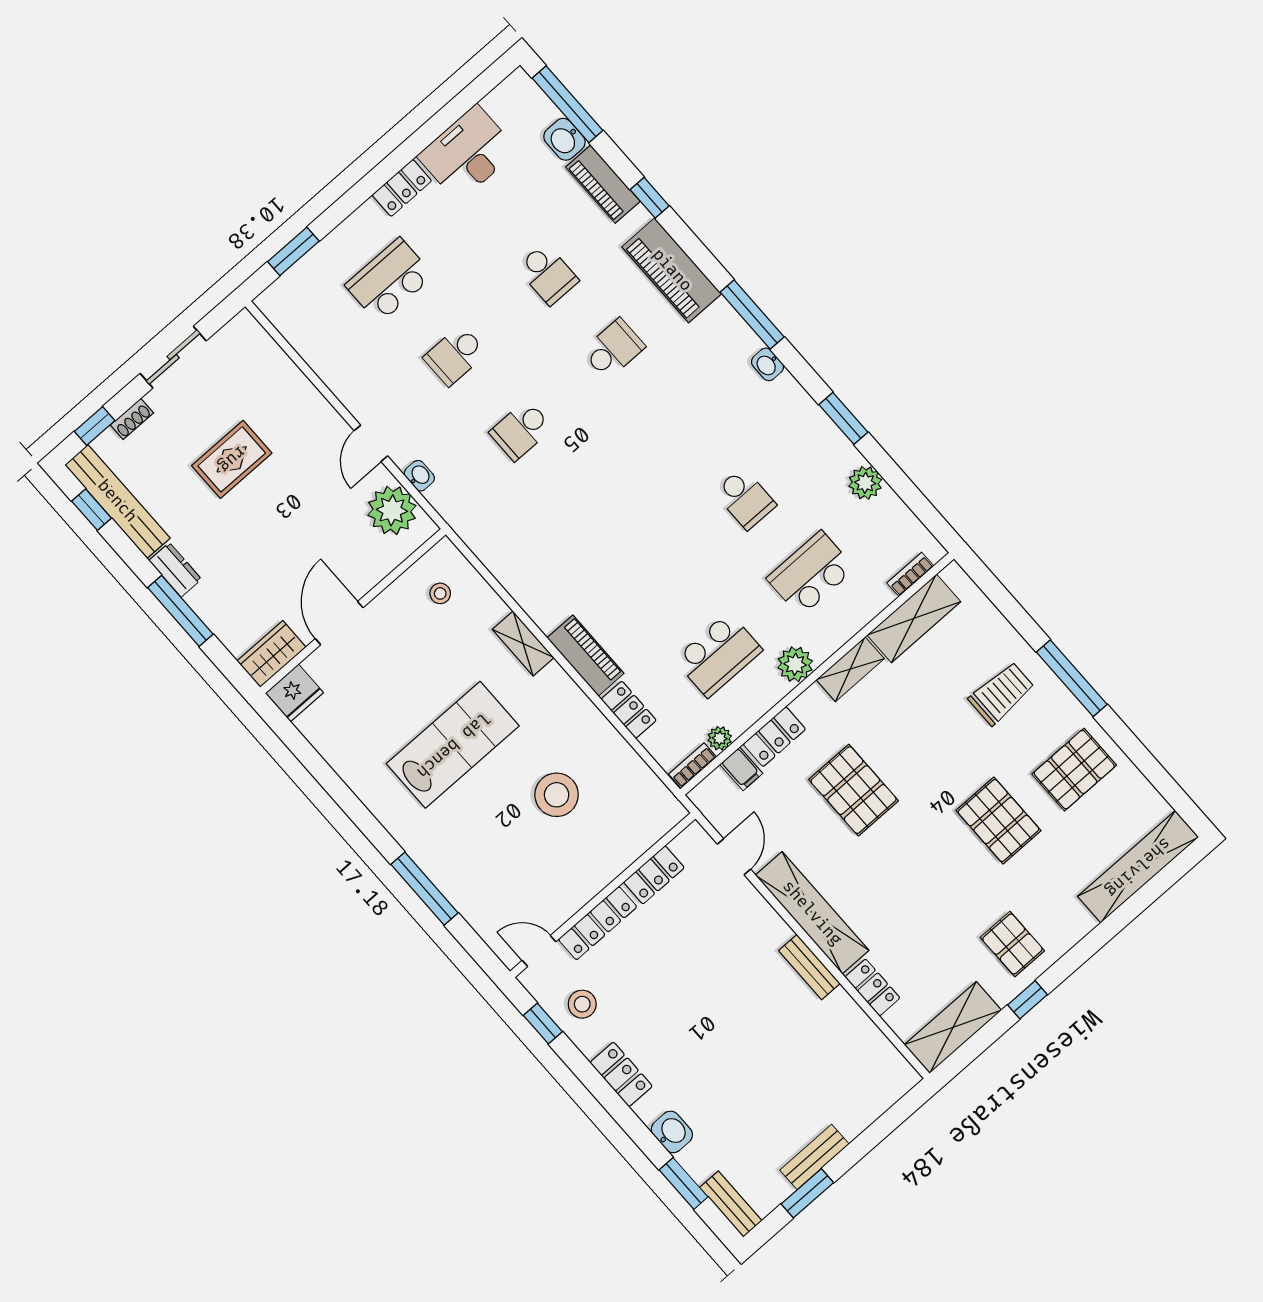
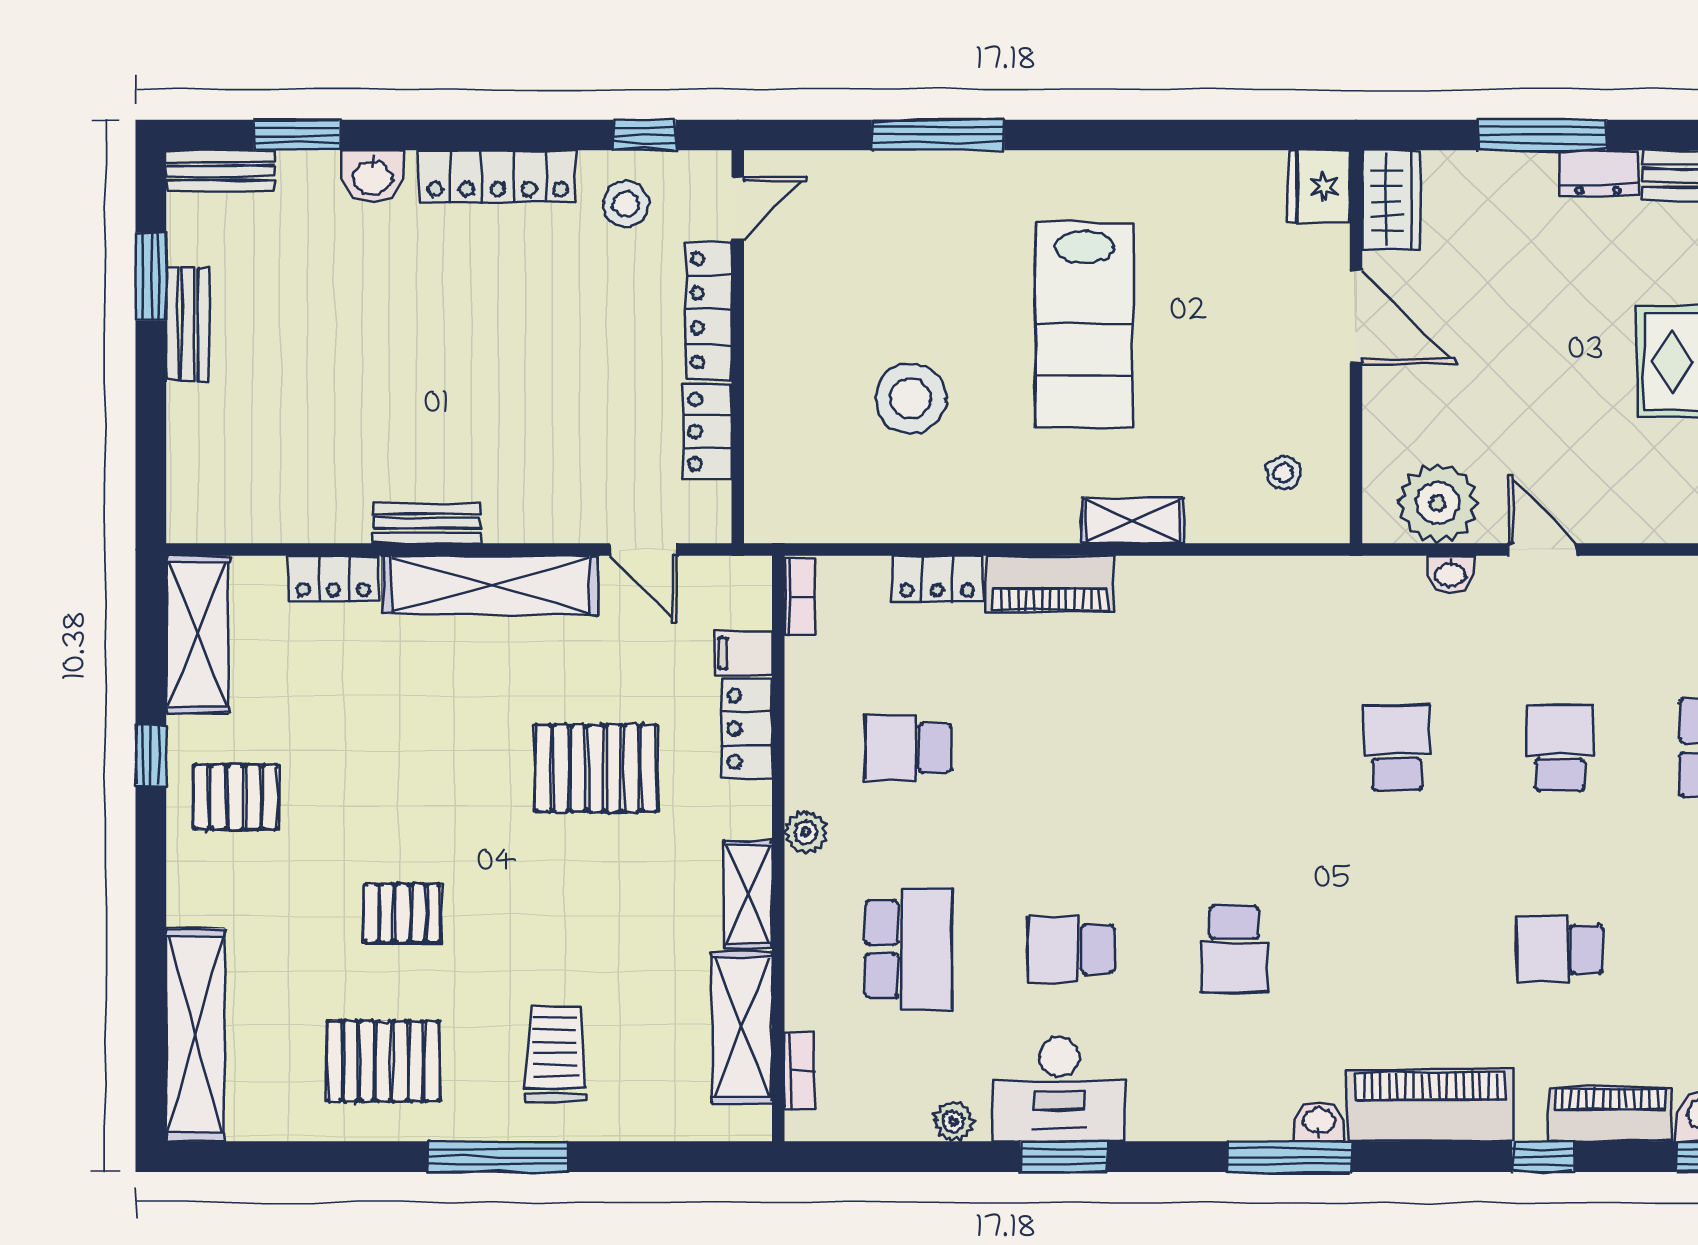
school desk: (613, 349) -> (1234, 949), moved
washbasin: (767, 364) -> (1319, 1122), moved
desk: (814, 448) -> (1059, 1089), added
plant: (865, 483) -> (953, 1121), width x0.73, depth x0.73
school desk: (718, 655) -> (908, 748), width x0.54
plant: (795, 664) -> (806, 832), width x0.73, depth x0.73
trolley: (1001, 694) -> (555, 1054), turned 180
plant: (720, 738) -> (804, 660), removed
pallet: (1074, 770) -> (383, 1061), turned 90
pallet: (998, 821) -> (402, 913), width x0.67, depth x0.71
locker: (621, 1074) -> (498, 176), width x1.53

